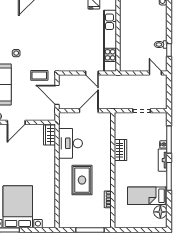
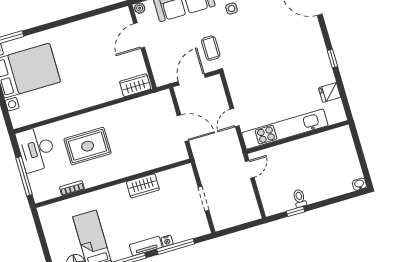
door: (155, 73) -> (250, 169), moved
door: (16, 122) -> (139, 36), hinge flipped
desk: (70, 143) -> (36, 149), moved, turned -90

